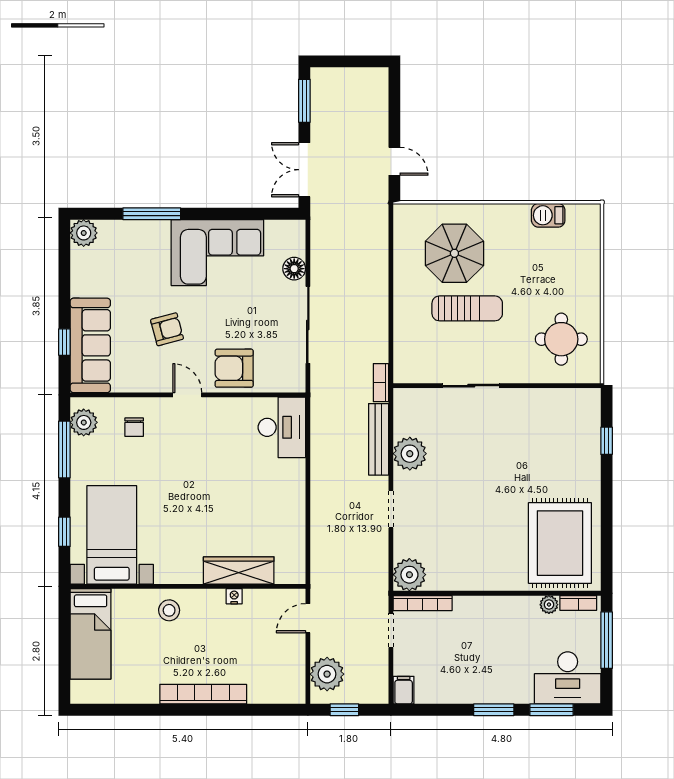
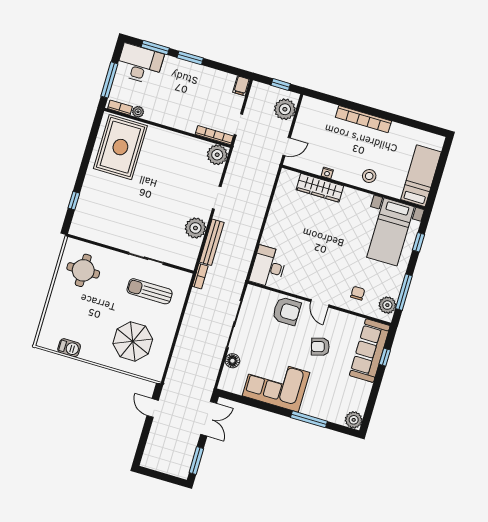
sun lounger: (467, 308) -> (150, 291), moved

